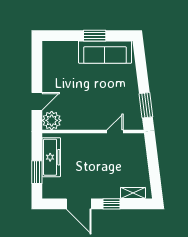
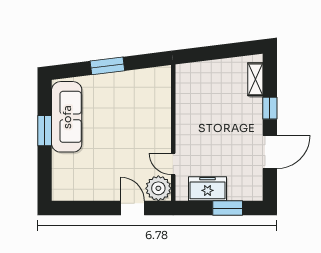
window: (146, 105) -> (107, 66), moved
door: (115, 132) -> (173, 164), moved
freezer: (51, 157) -> (207, 189), width x0.71

